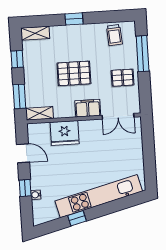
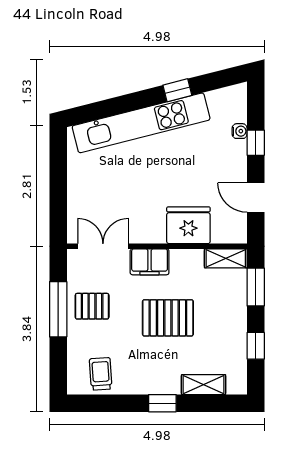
shelving: (35, 33) -> (204, 385), moved
window: (143, 54) -> (58, 309), moved

